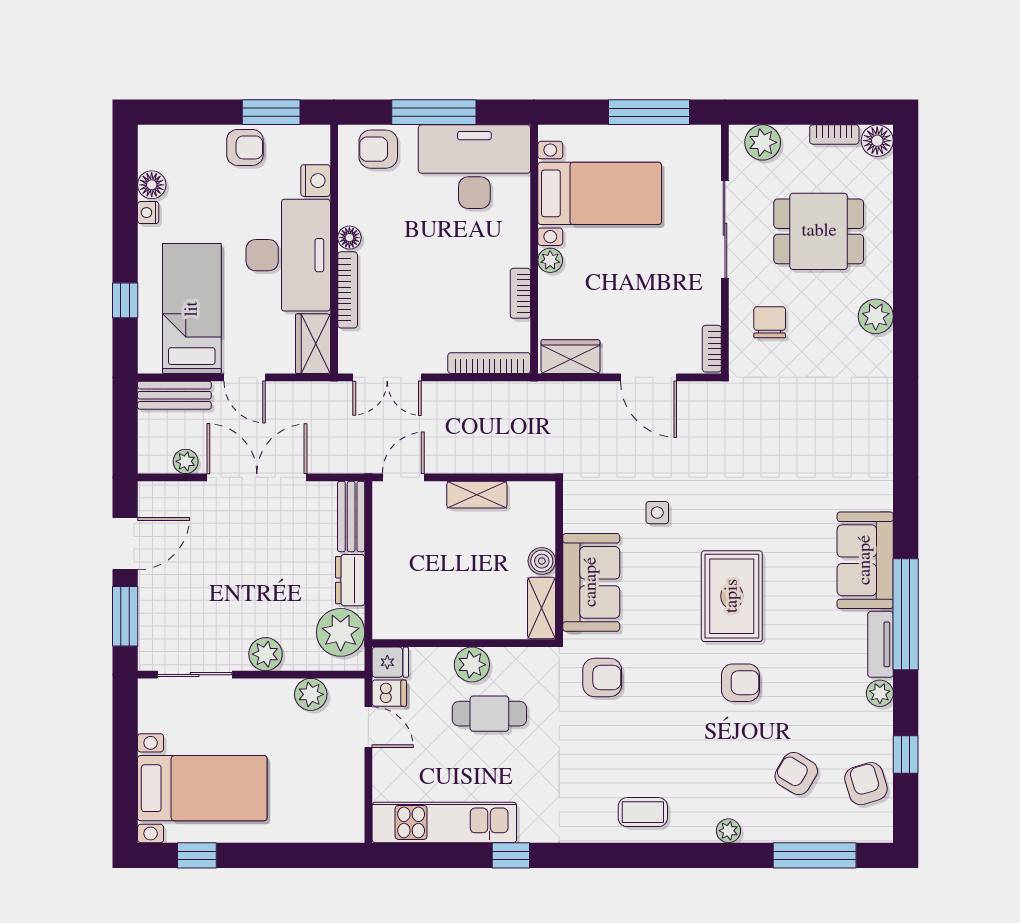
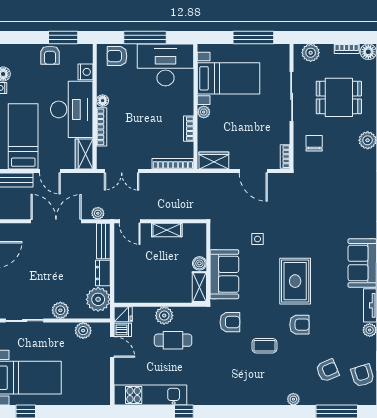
armchair: (245, 147) -> (50, 55), turned 90
plant: (186, 461) -> (98, 213), moved
door: (403, 477) -> (130, 221), swing flipped
armchair: (796, 774) -> (327, 370), turned 126
coffee table: (643, 812) -> (264, 346), moved

